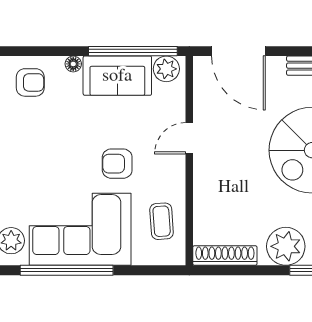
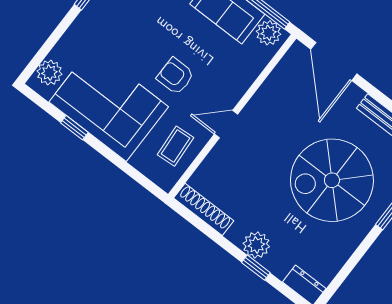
door: (189, 138) -> (226, 124), moved
plant: (286, 246) -> (256, 245), width x0.73, depth x0.73
window: (67, 270) -> (74, 128), width x0.32

